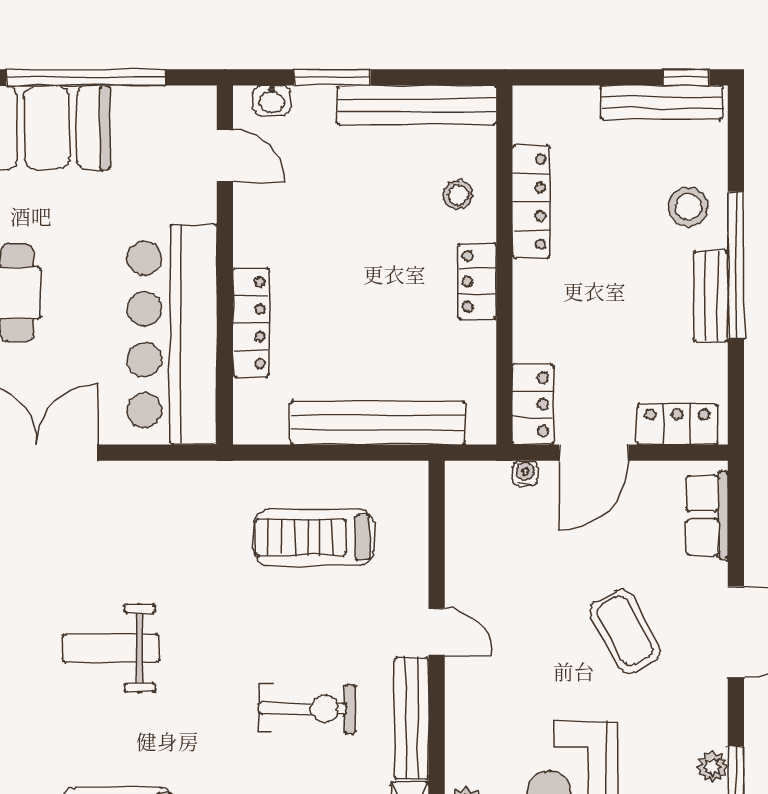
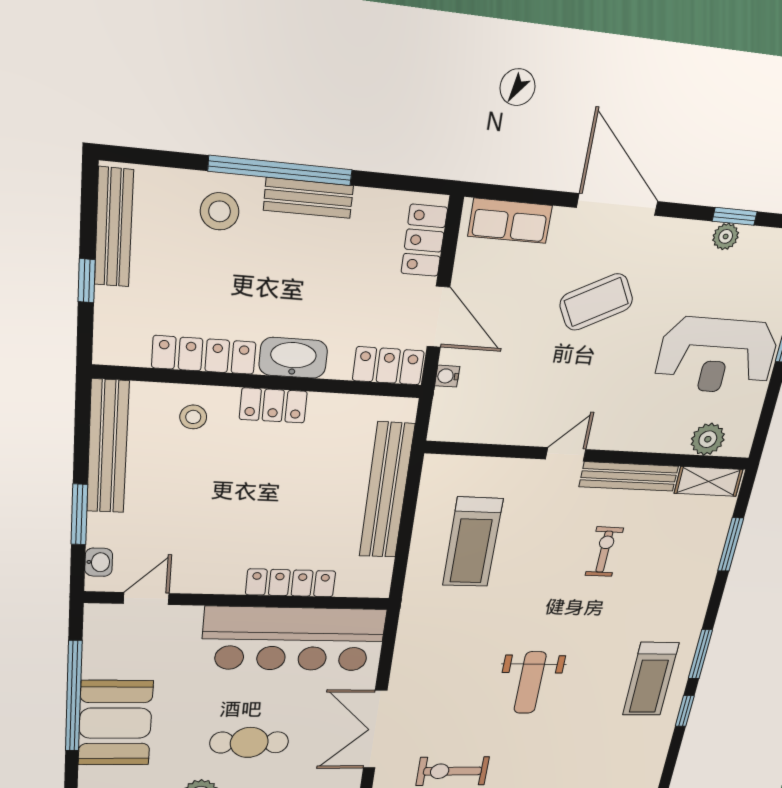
window: (686, 77) -> (87, 281), moved
washbasin: (535, 298) -> (293, 358), added
exercise bike: (307, 709) -> (604, 552), width x0.73, depth x0.72

